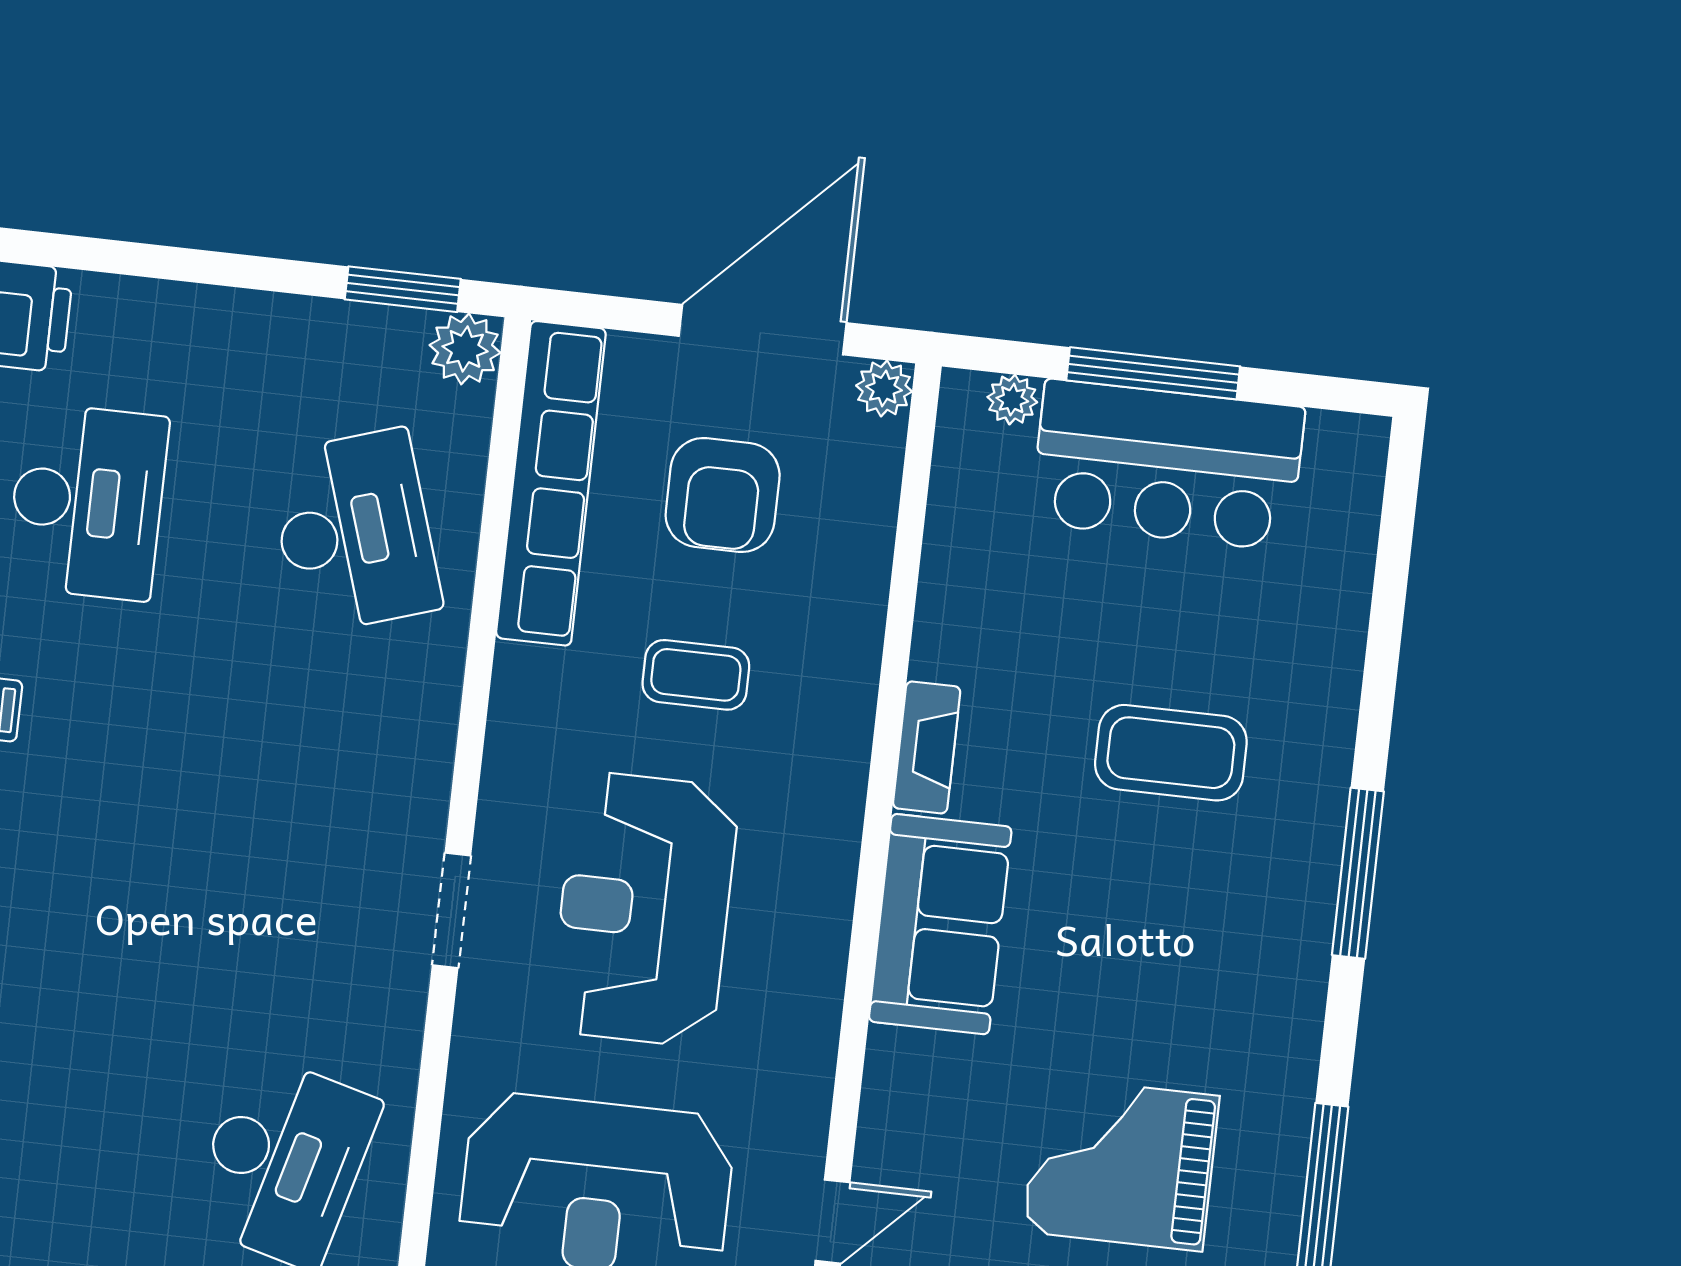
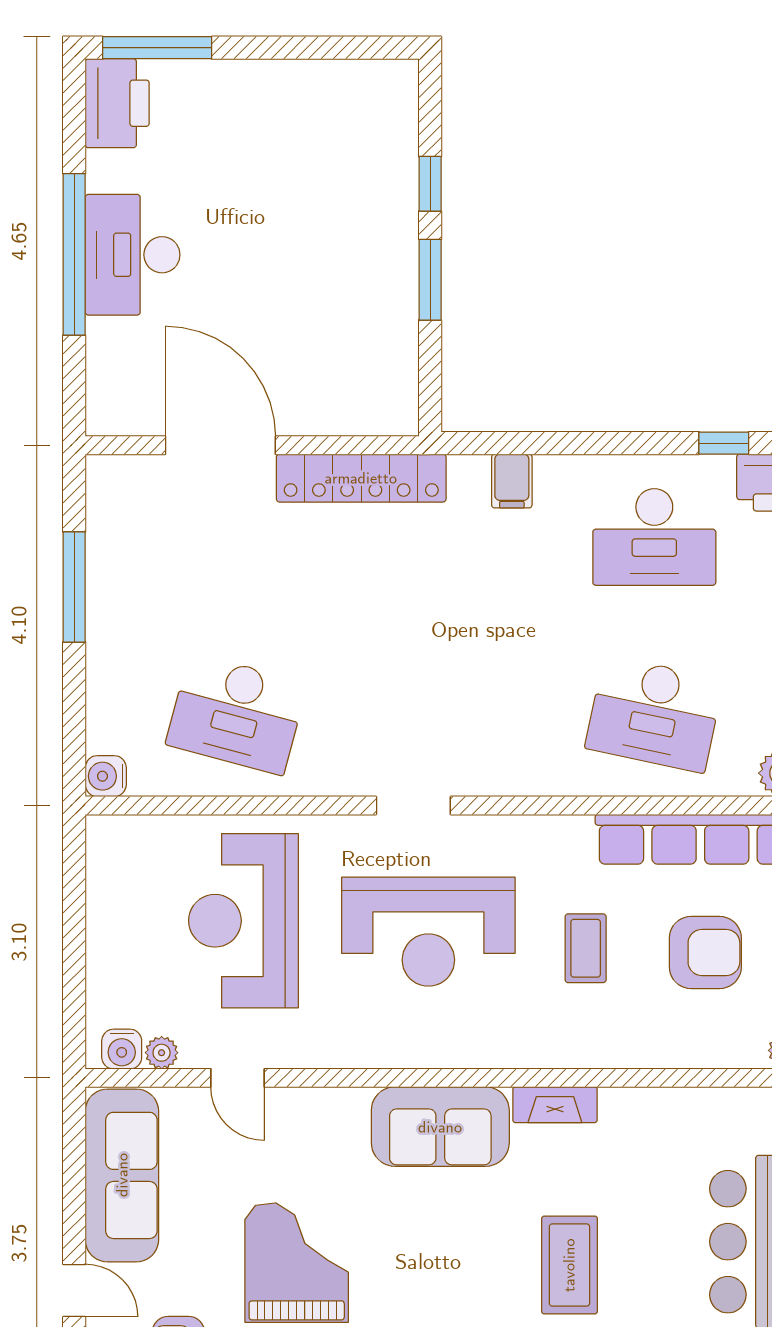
armchair: (723, 495) -> (705, 952), turned 180
desk: (354, 532) -> (654, 714), turned 30
reception desk: (644, 909) -> (428, 932), turned 180

